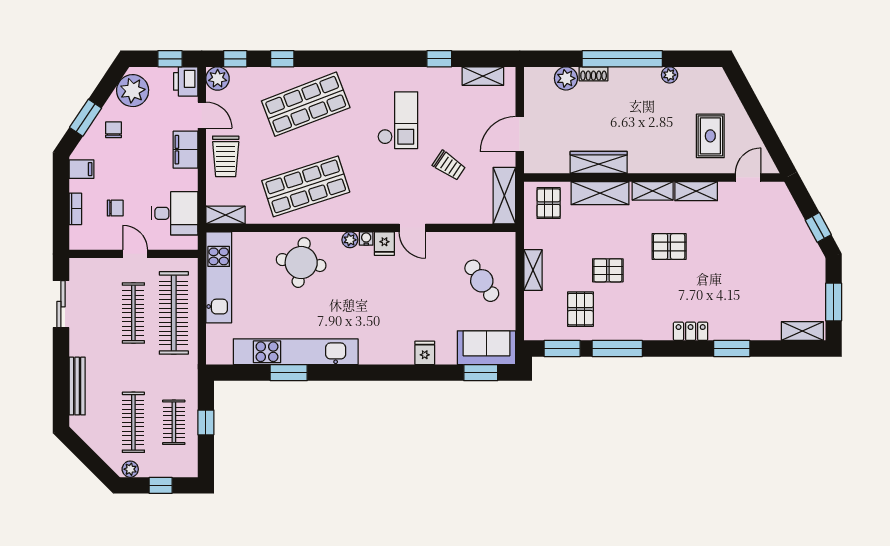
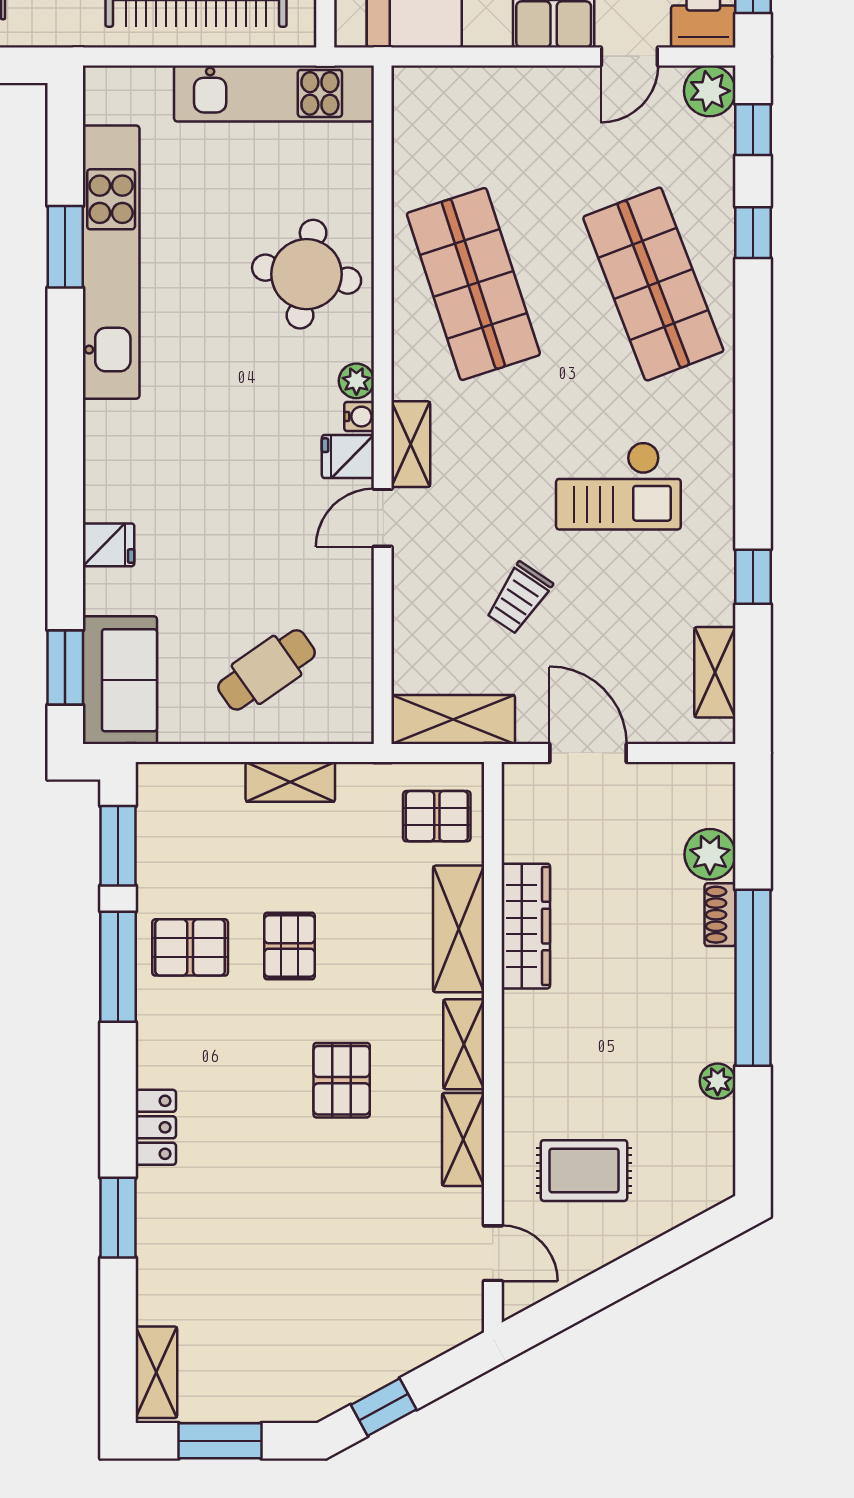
trolley: (226, 156) -> (539, 109), removed
shelving: (225, 215) -> (411, 444), moved
pallet: (580, 309) -> (190, 947), moved

